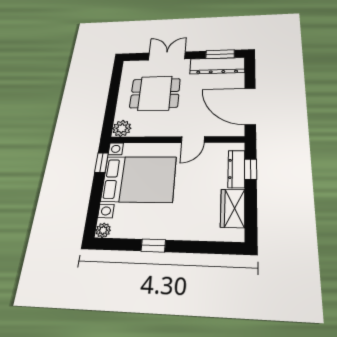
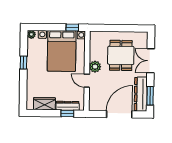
double door: (167, 56) -> (151, 61), swing flipped
door: (250, 106) -> (119, 114), moved
plant: (122, 128) -> (95, 67), moved

